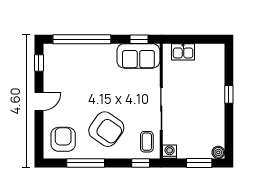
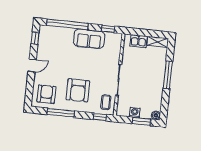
shelving: (210, 50) -> (158, 42), added
sofa: (138, 56) -> (89, 39), moved
window: (229, 94) -> (168, 75), width x2.17
armchair: (106, 129) -> (78, 90), turned 55
washing machine: (170, 152) -> (135, 113), moved

